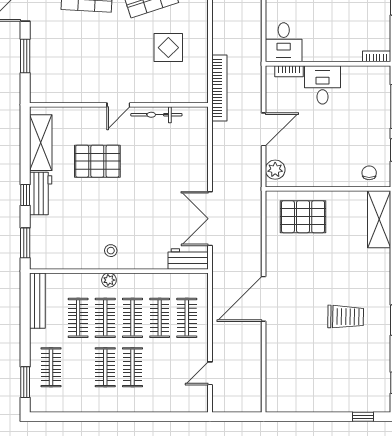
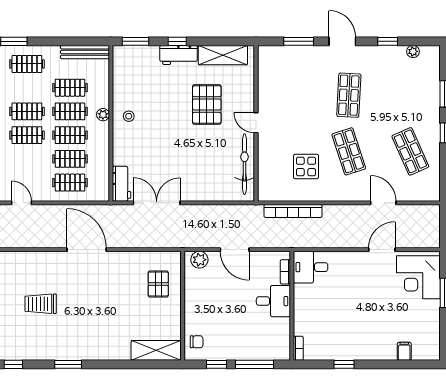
bookcase: (219, 88) -> (293, 211), moved
bicycle: (156, 115) -> (245, 164), width x1.37, depth x1.40
pallet: (303, 217) -> (158, 284), width x0.67, depth x0.71
trolley: (346, 317) -> (41, 304), moved, turned 89

